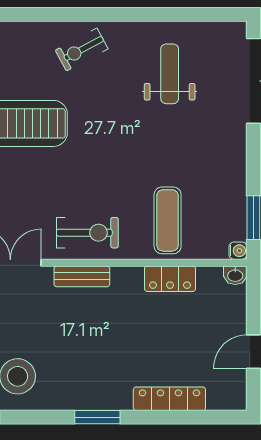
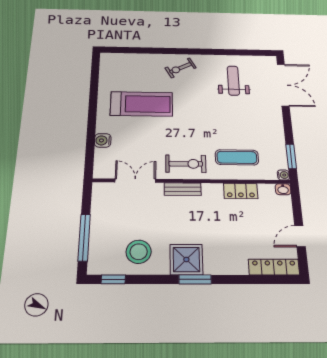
exercise mat: (168, 220) -> (237, 157), turned 90
shower: (86, 388) -> (186, 259), added
locker: (169, 399) -> (274, 267), moved

